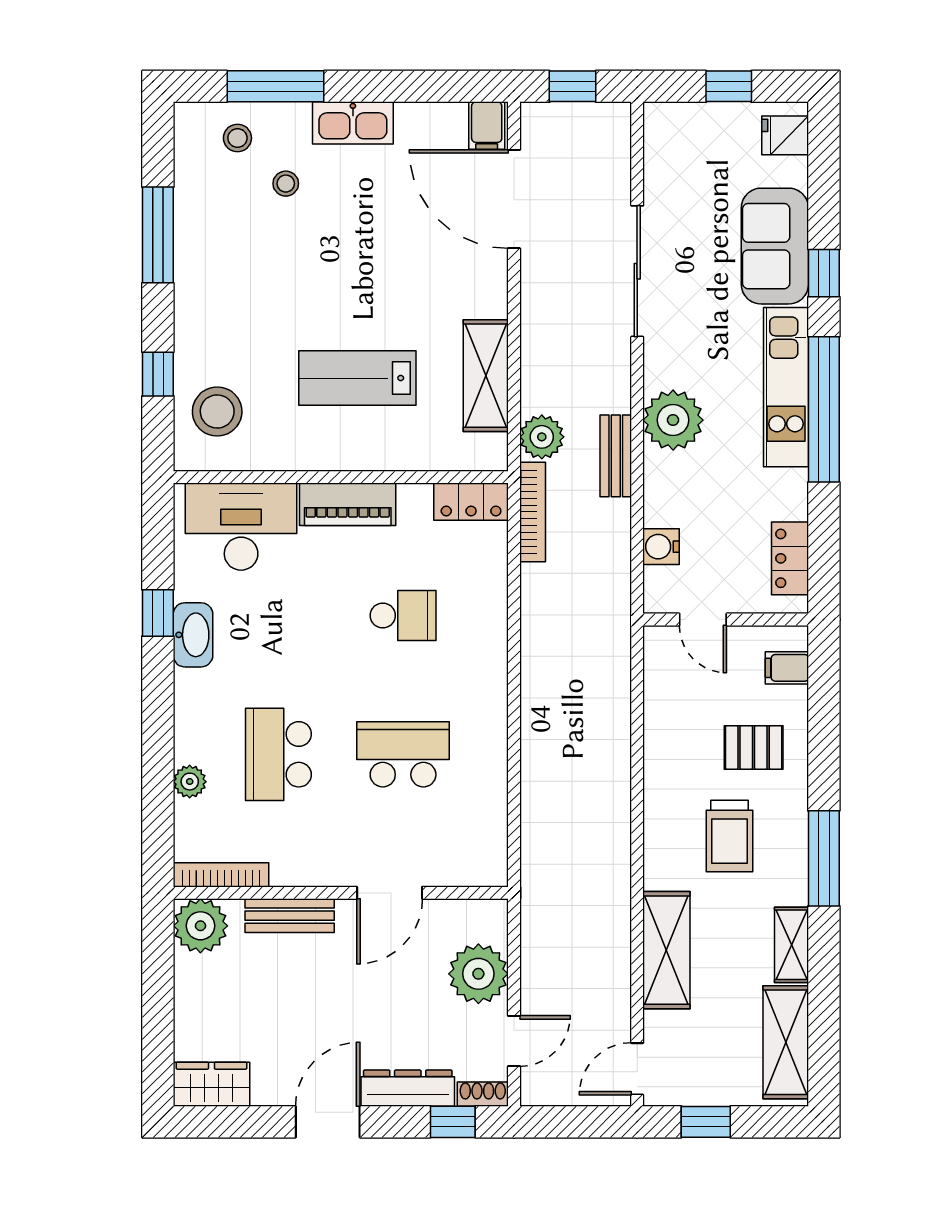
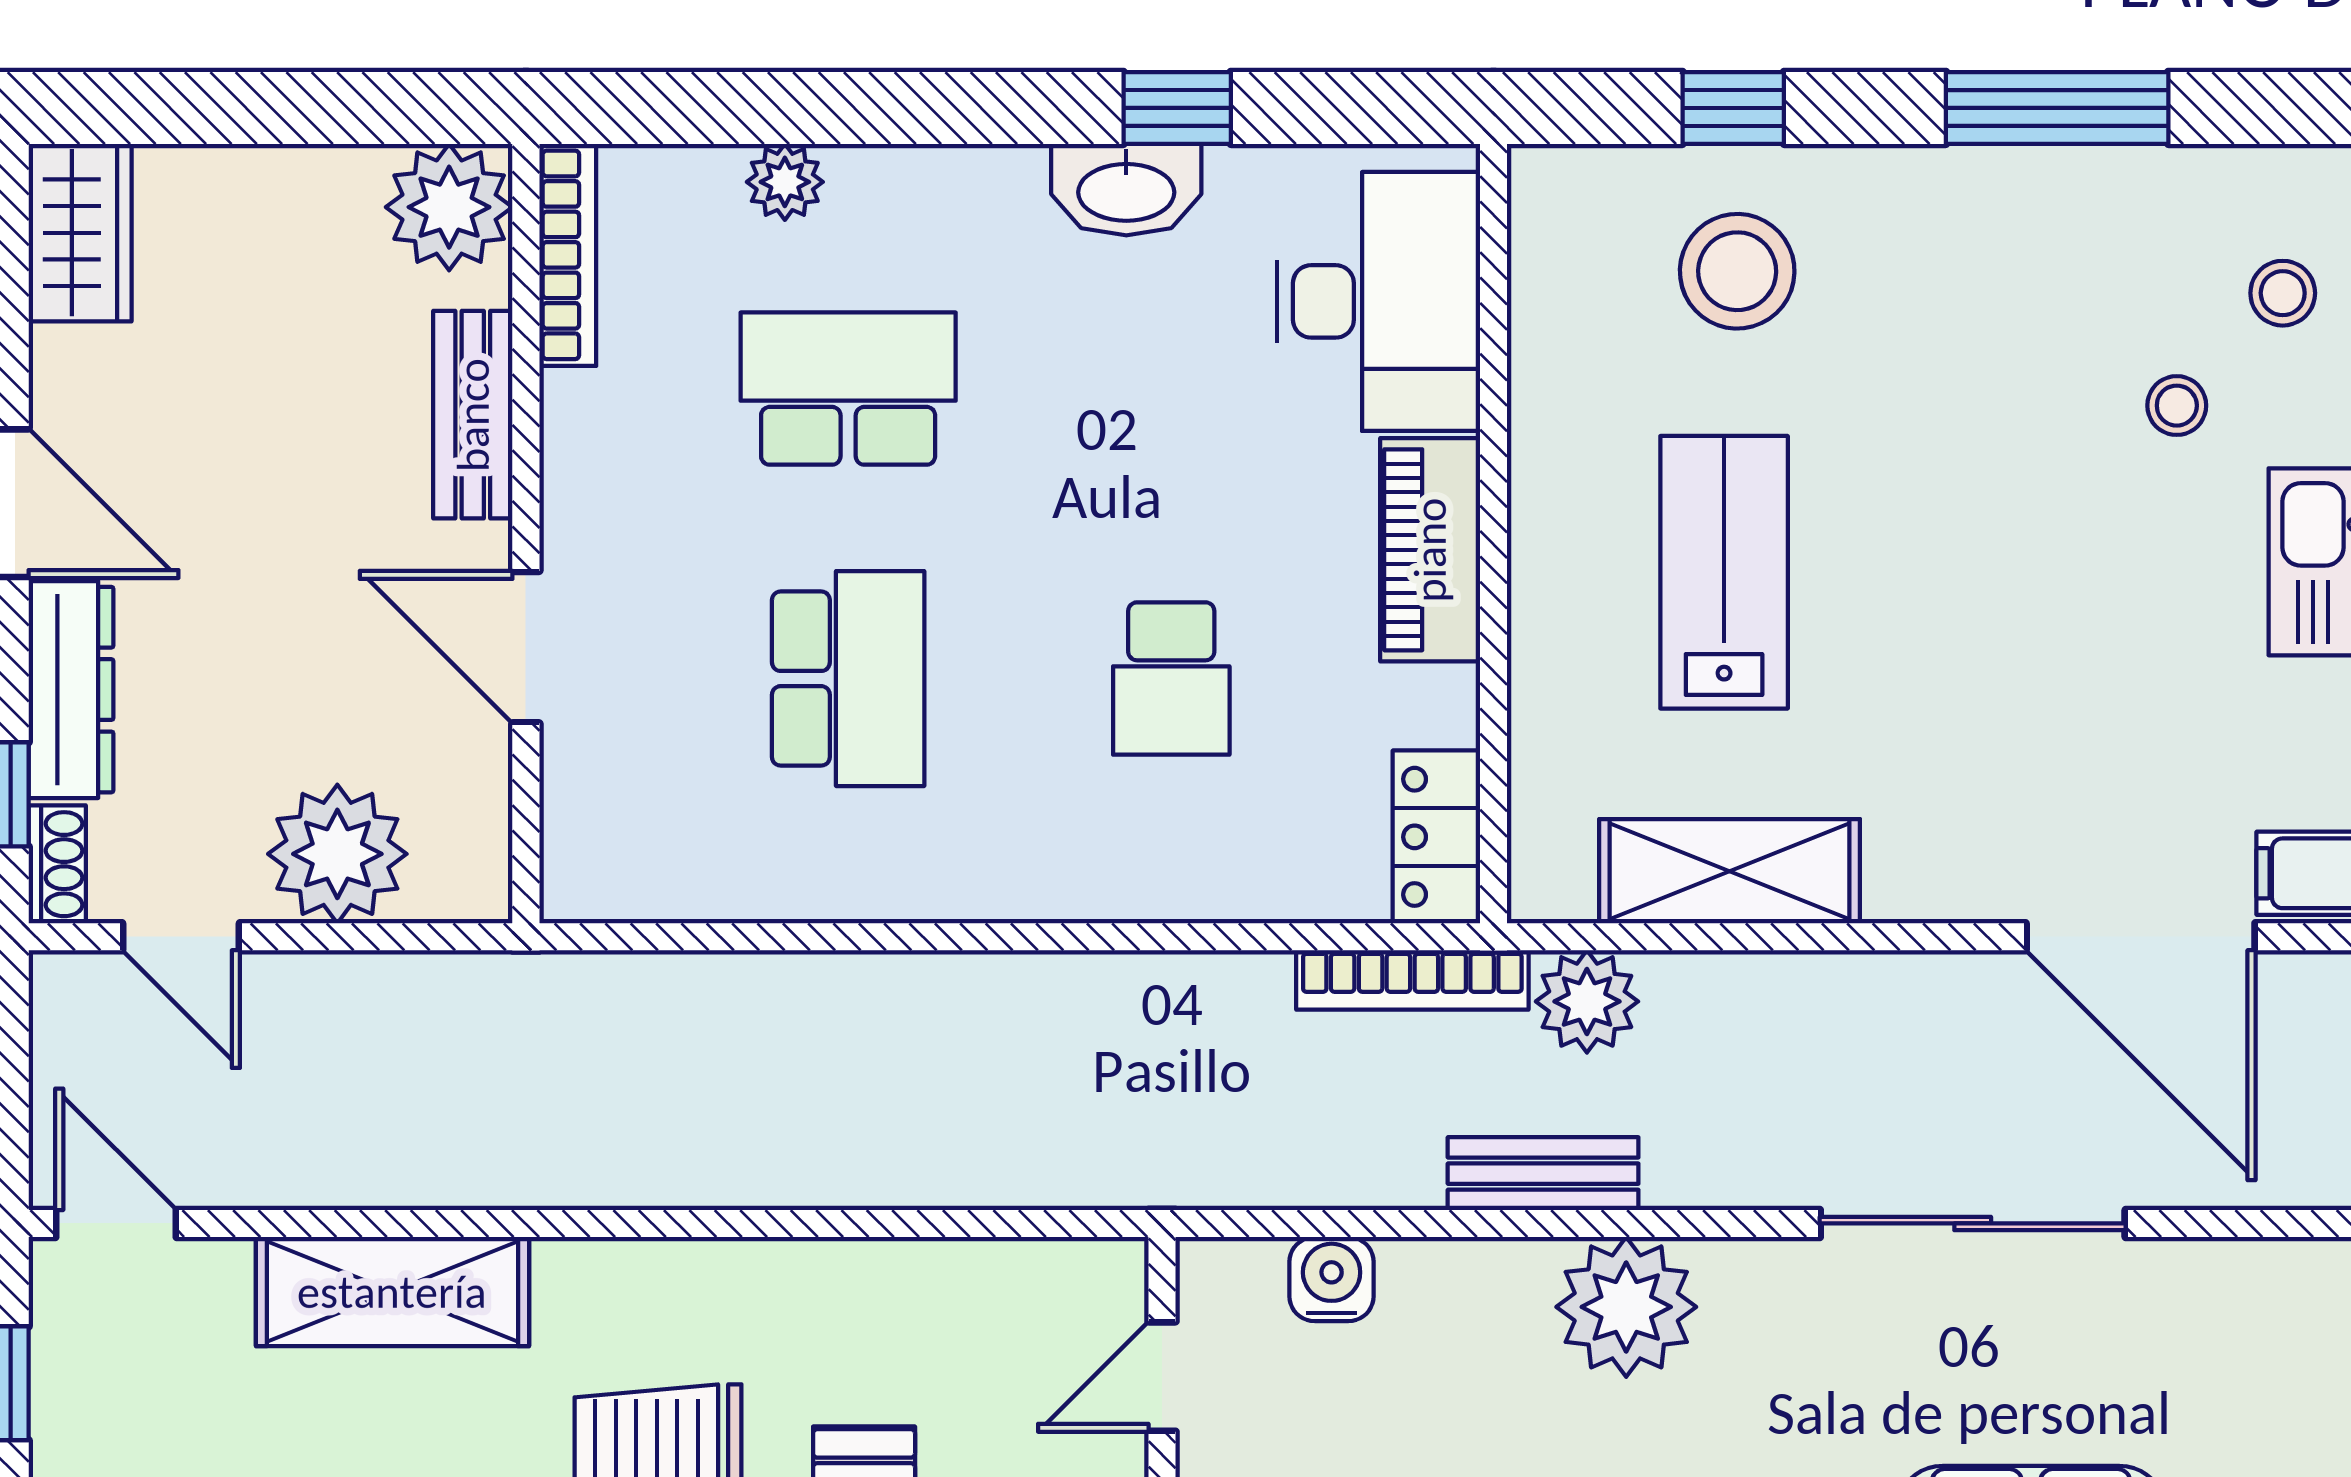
door: (514, 199) -> (2141, 937), swing flipped
stool: (217, 411) -> (1737, 271), moved

